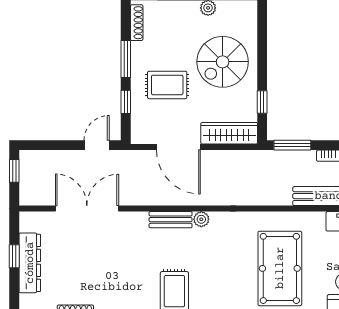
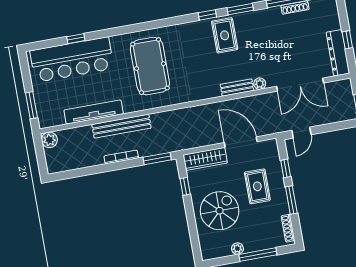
rug: (167, 85) -> (257, 186), turned 90
plant: (201, 219) -> (260, 84), moved
dresser: (30, 263) -> (338, 53), moved

